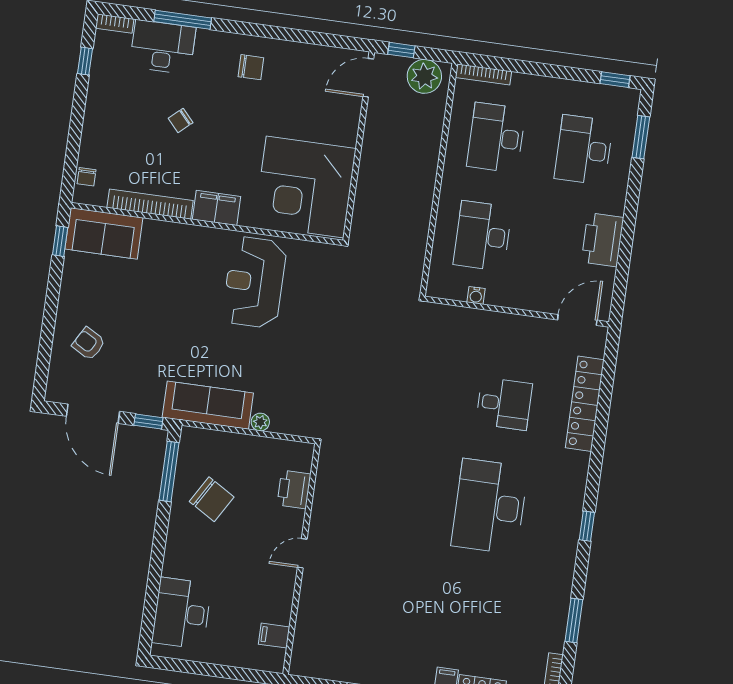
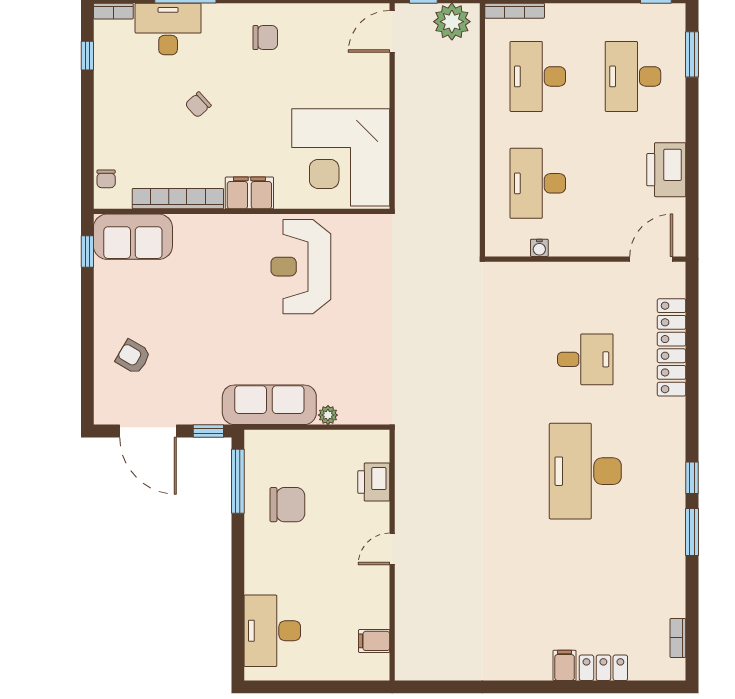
chair: (212, 499) -> (287, 505), turned -31
window: (574, 621) -> (692, 532), moved

